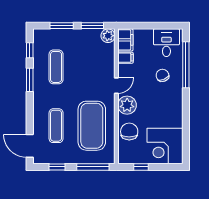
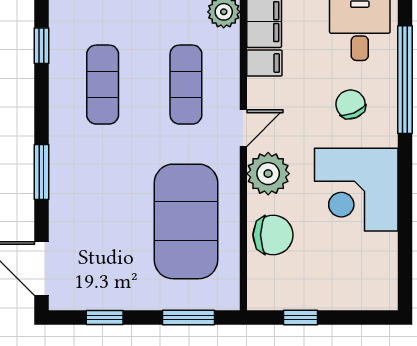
window: (30, 80) -> (42, 172), moved
exercise mat: (56, 126) -> (186, 85), moved
chair: (129, 132) -> (273, 235), turned 90
corner desk: (165, 146) -> (356, 190), moved
window: (93, 167) -> (189, 317), width x0.69

